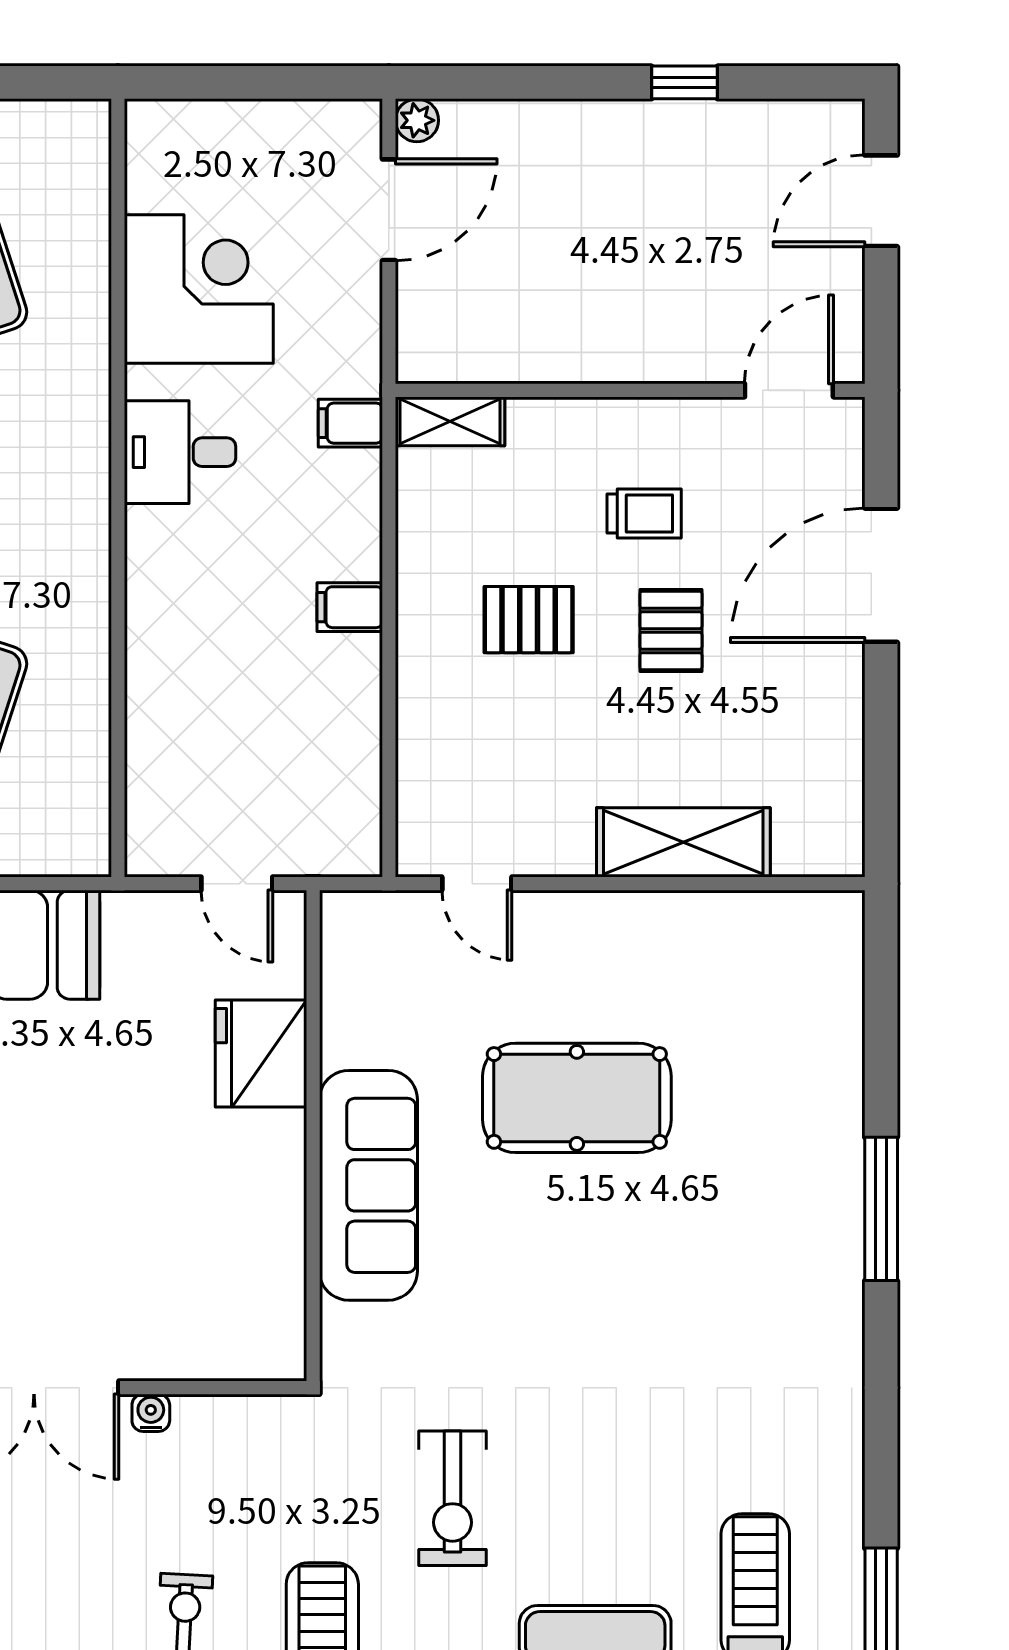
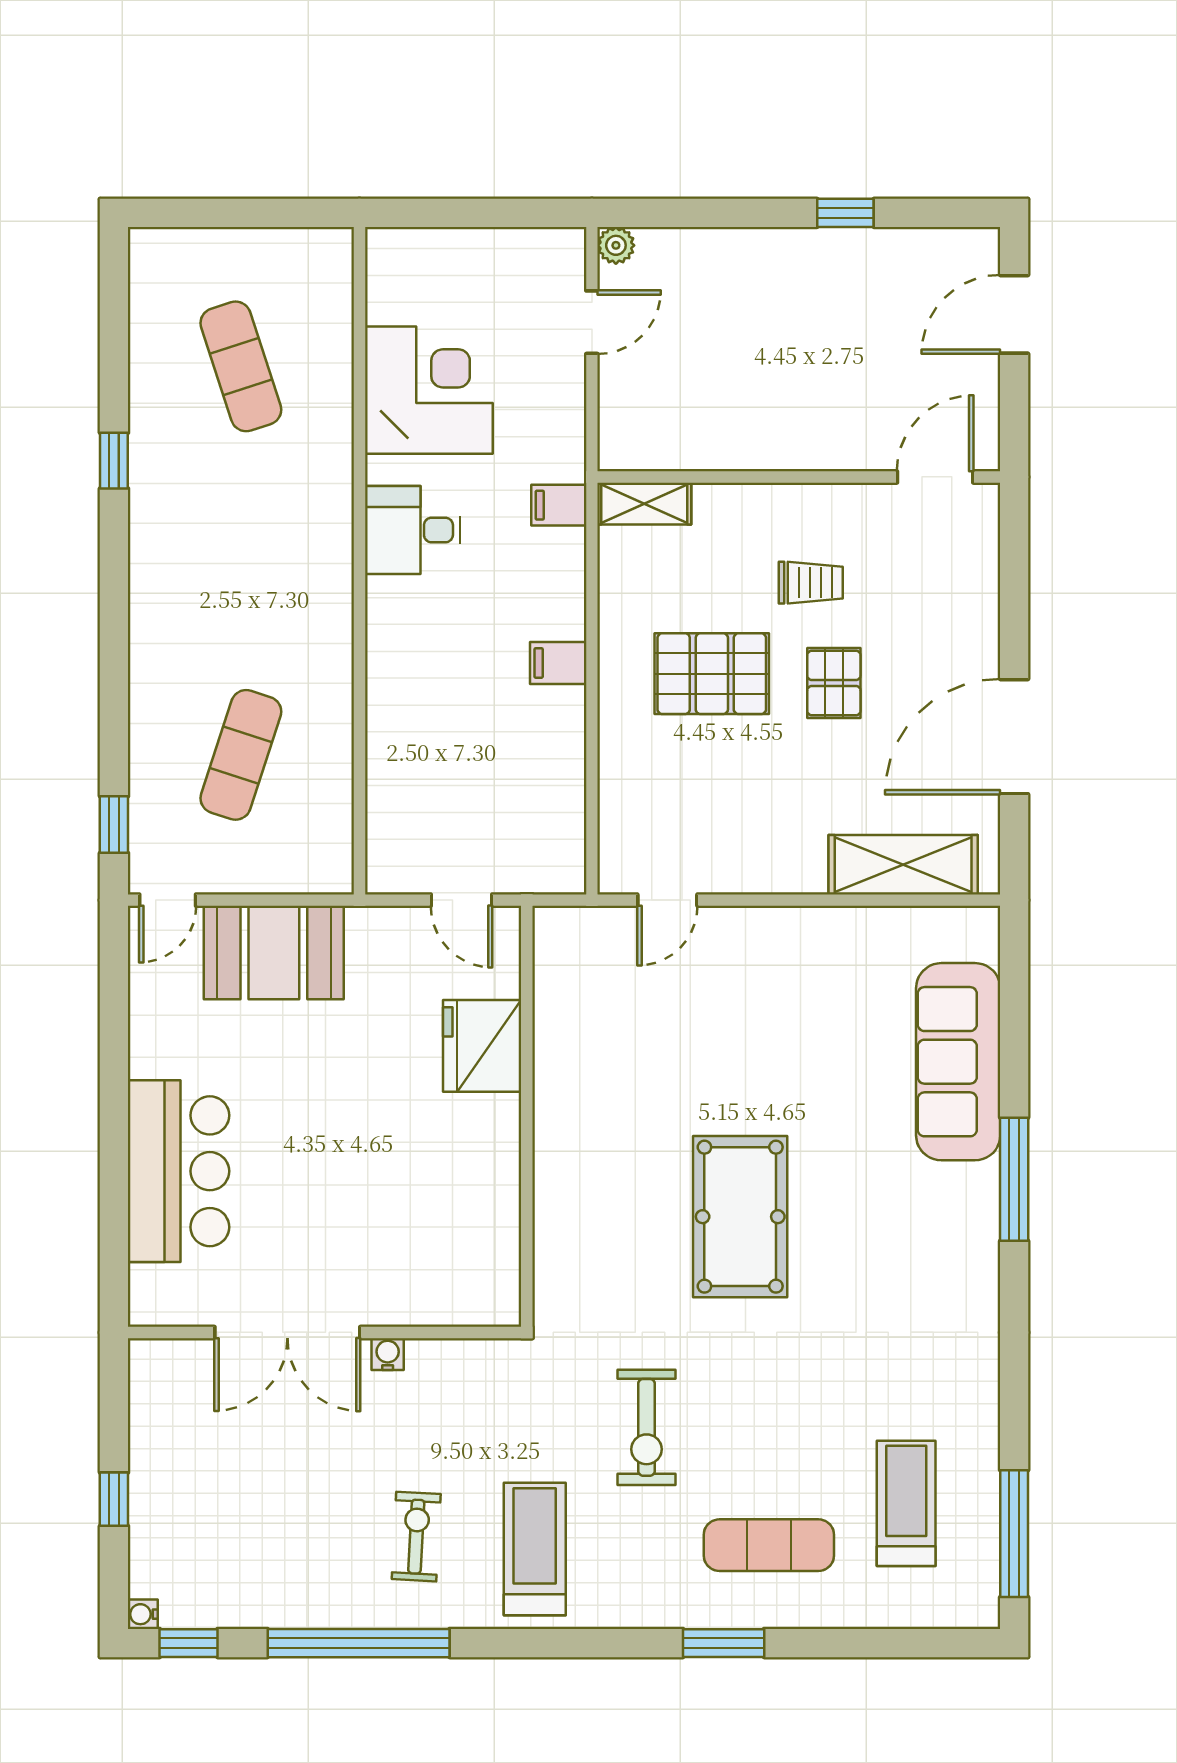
door: (389, 210) -> (592, 322), width x0.73
door: (881, 575) -> (1014, 737), moved
pallet: (529, 620) -> (712, 674), width x1.50, depth x1.42
shelving: (683, 842) -> (903, 865), moved
door: (477, 884) -> (667, 900), hinge flipped
pool table: (577, 1098) -> (740, 1217), moved, turned 90
sofa: (368, 1185) -> (958, 1062), moved, turned 180

